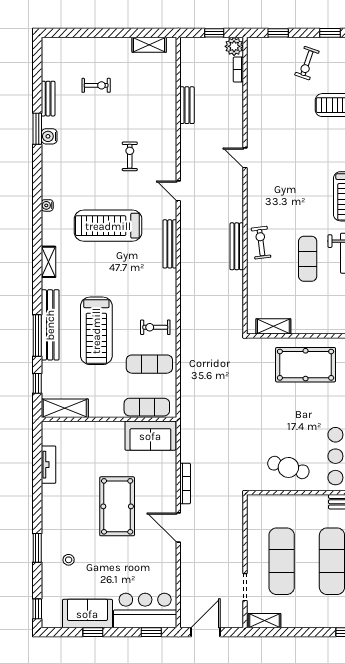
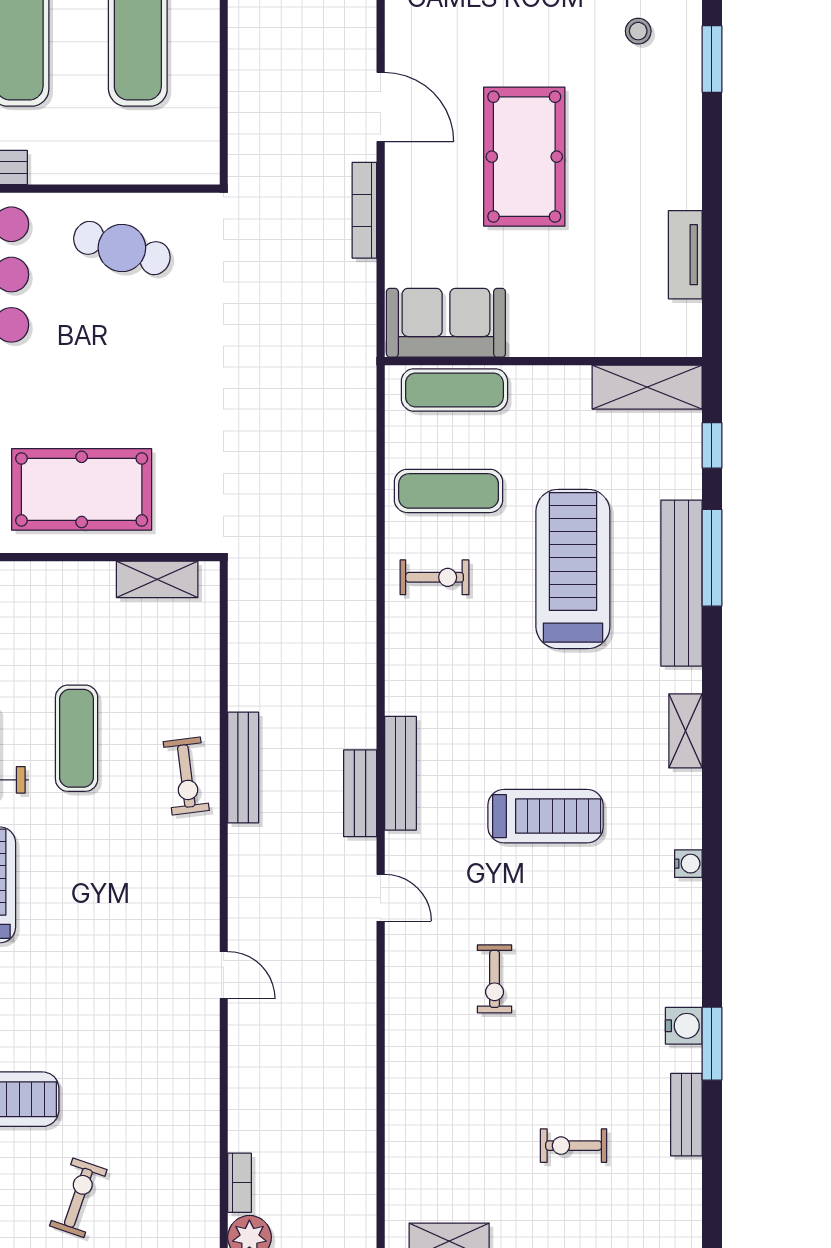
bench: (187, 105) -> (360, 793), moved
treadmill: (108, 226) -> (545, 816), width x0.73, depth x0.73

